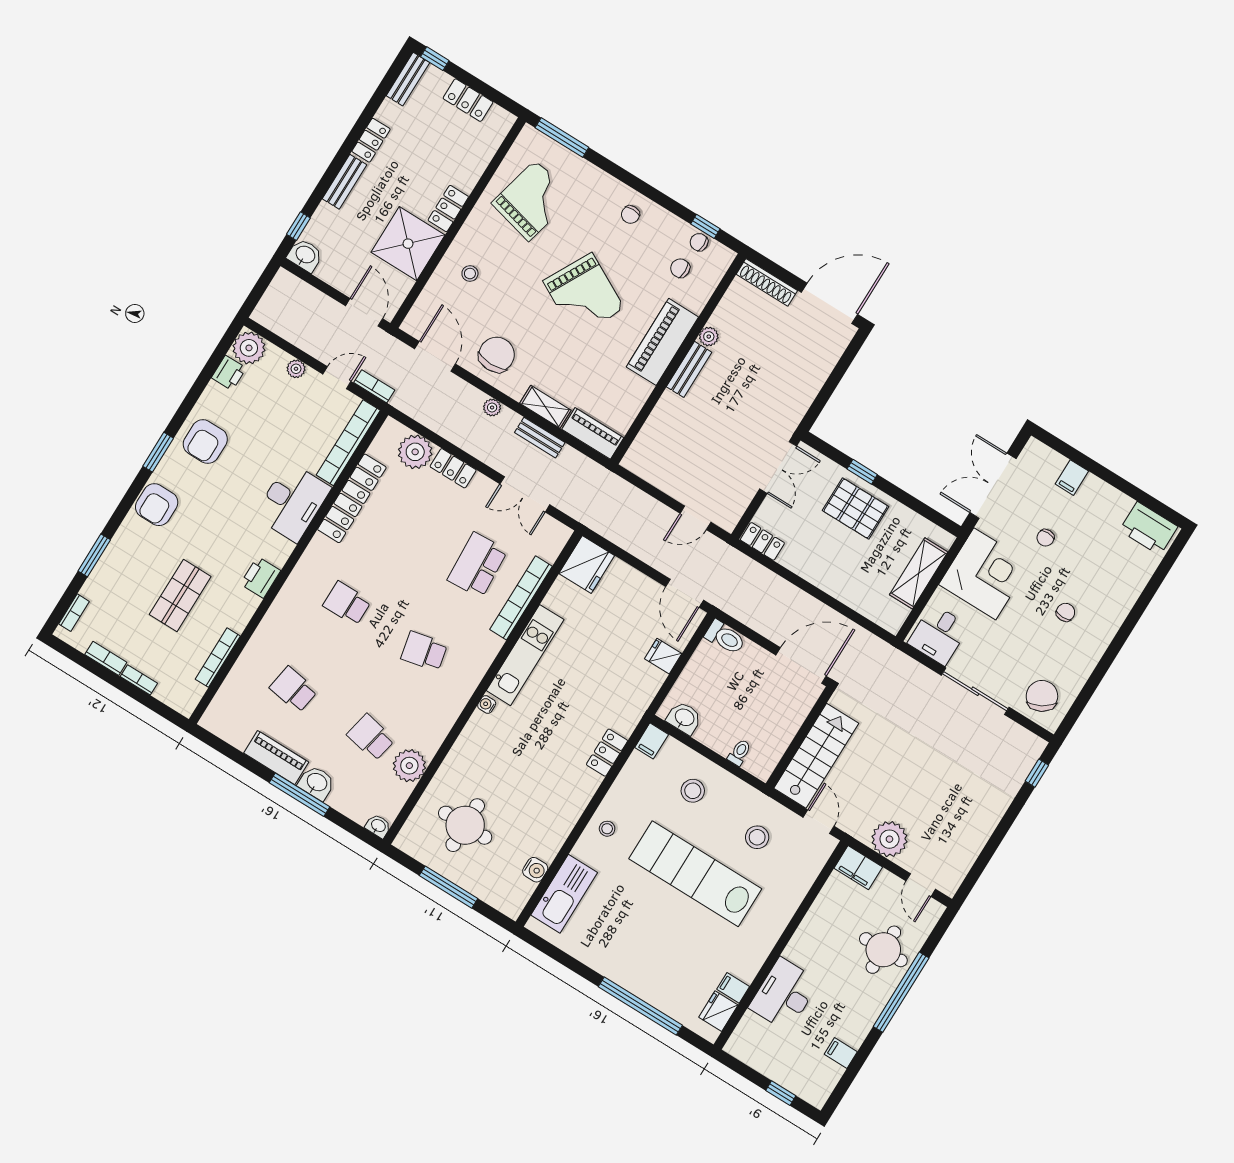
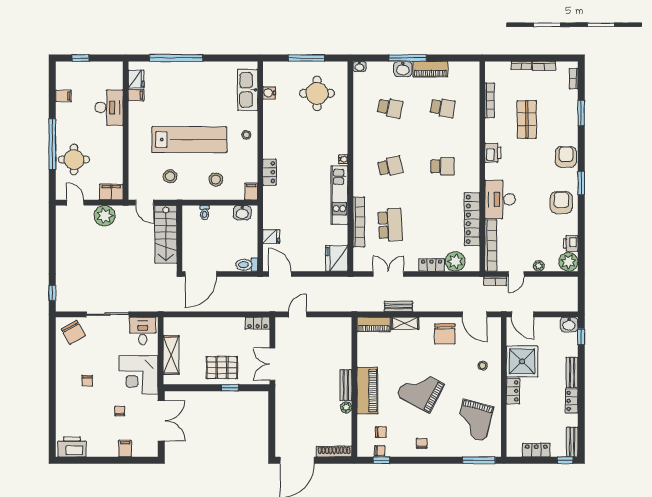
plant: (492, 407) -> (431, 307), removed
plant: (409, 766) -> (363, 106), removed

